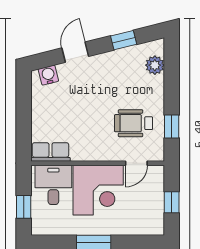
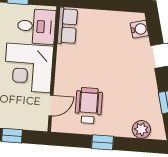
window: (172, 126) -> (103, 142), moved
door: (136, 163) -> (51, 105), swing flipped

